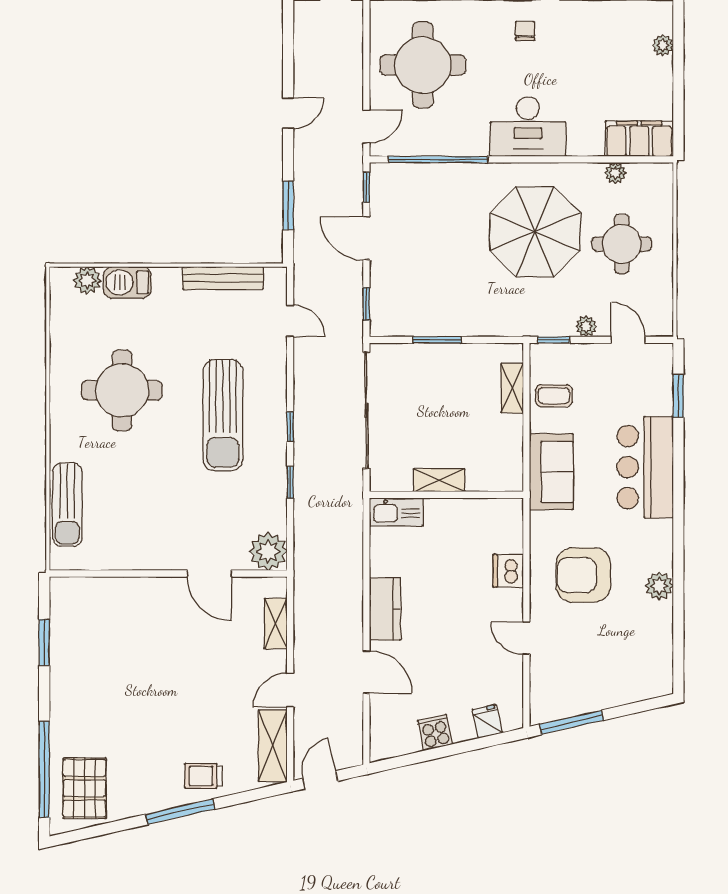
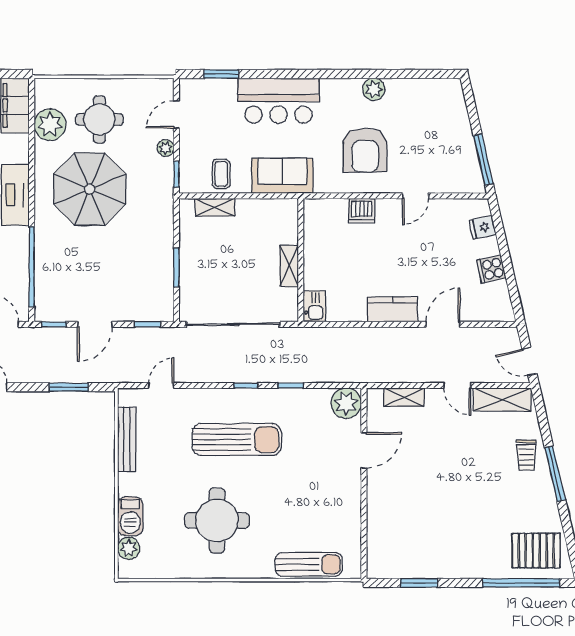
plant: (615, 173) -> (50, 125), width x1.88, depth x1.88
kitchen sink: (396, 512) -> (314, 306), width x0.73

